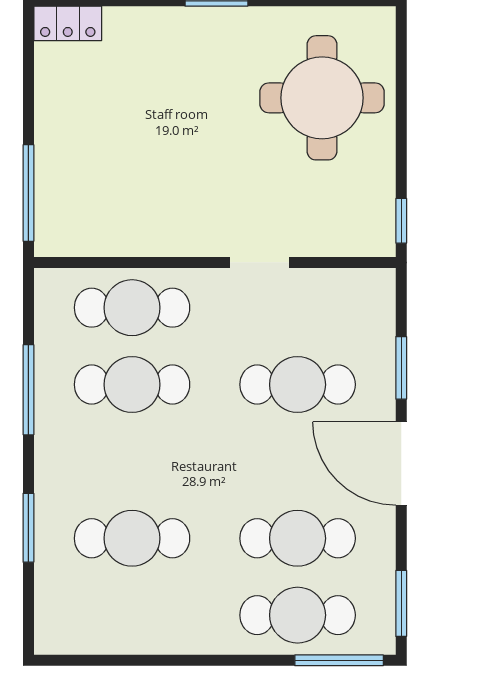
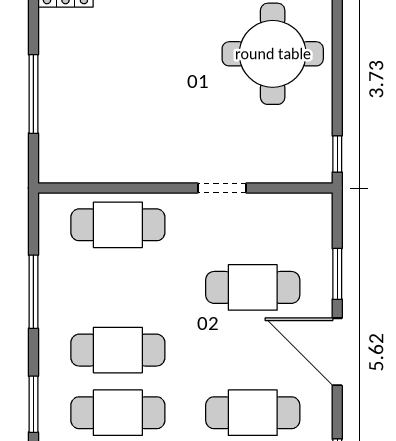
window: (28, 193) -> (33, 94), moved
cafe table: (132, 385) -> (118, 350), moved

